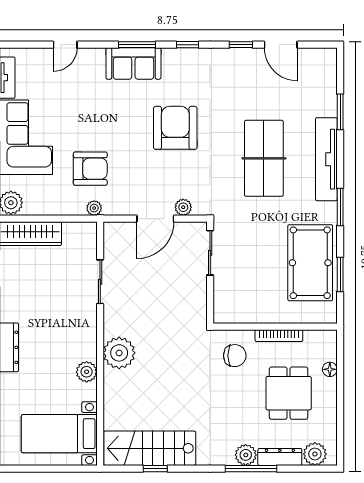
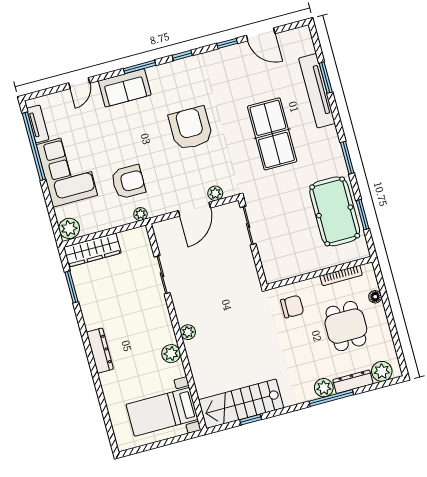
sofa: (133, 63) -> (125, 88), moved
tv unit: (326, 159) -> (317, 91), moved
bookcase: (279, 336) -> (341, 275), moved
plant: (119, 353) -> (188, 332), width x0.53, depth x0.53

